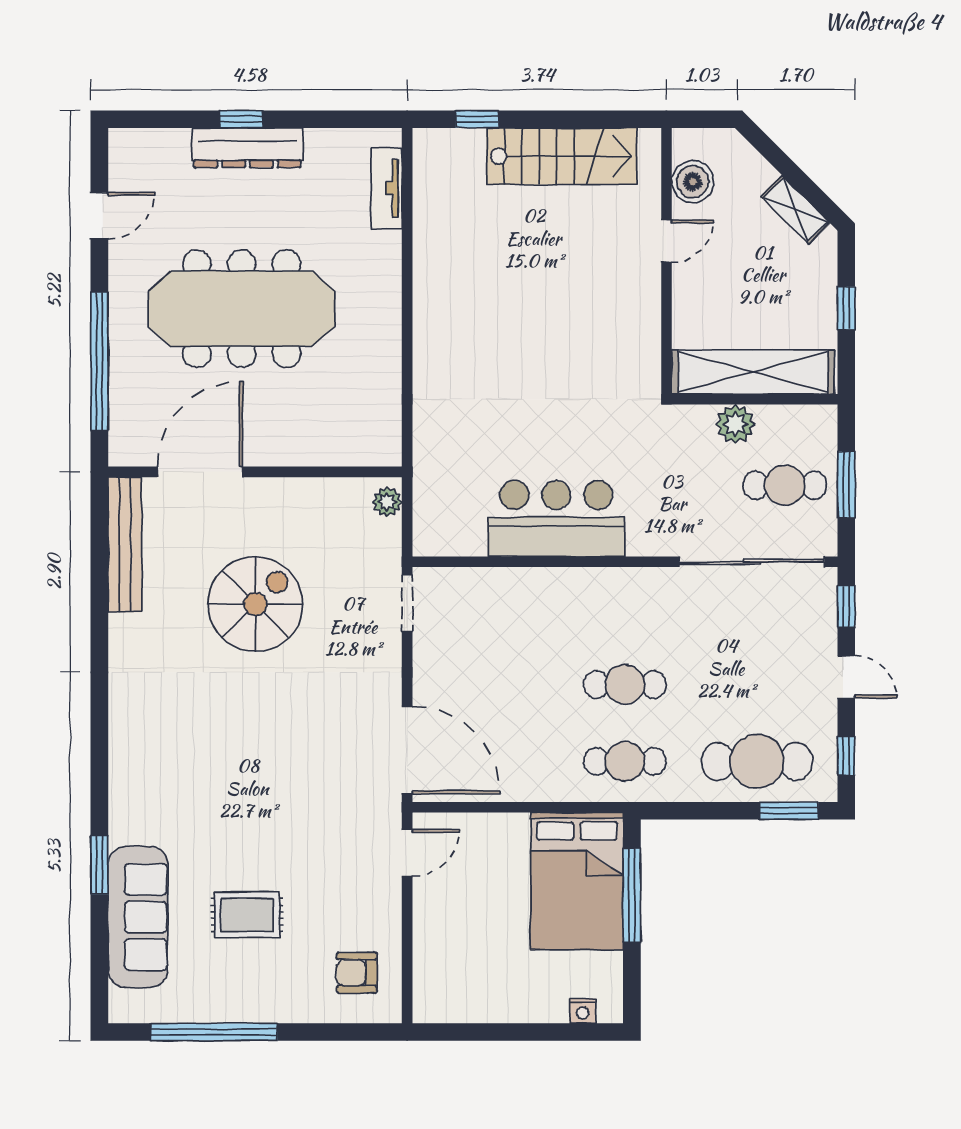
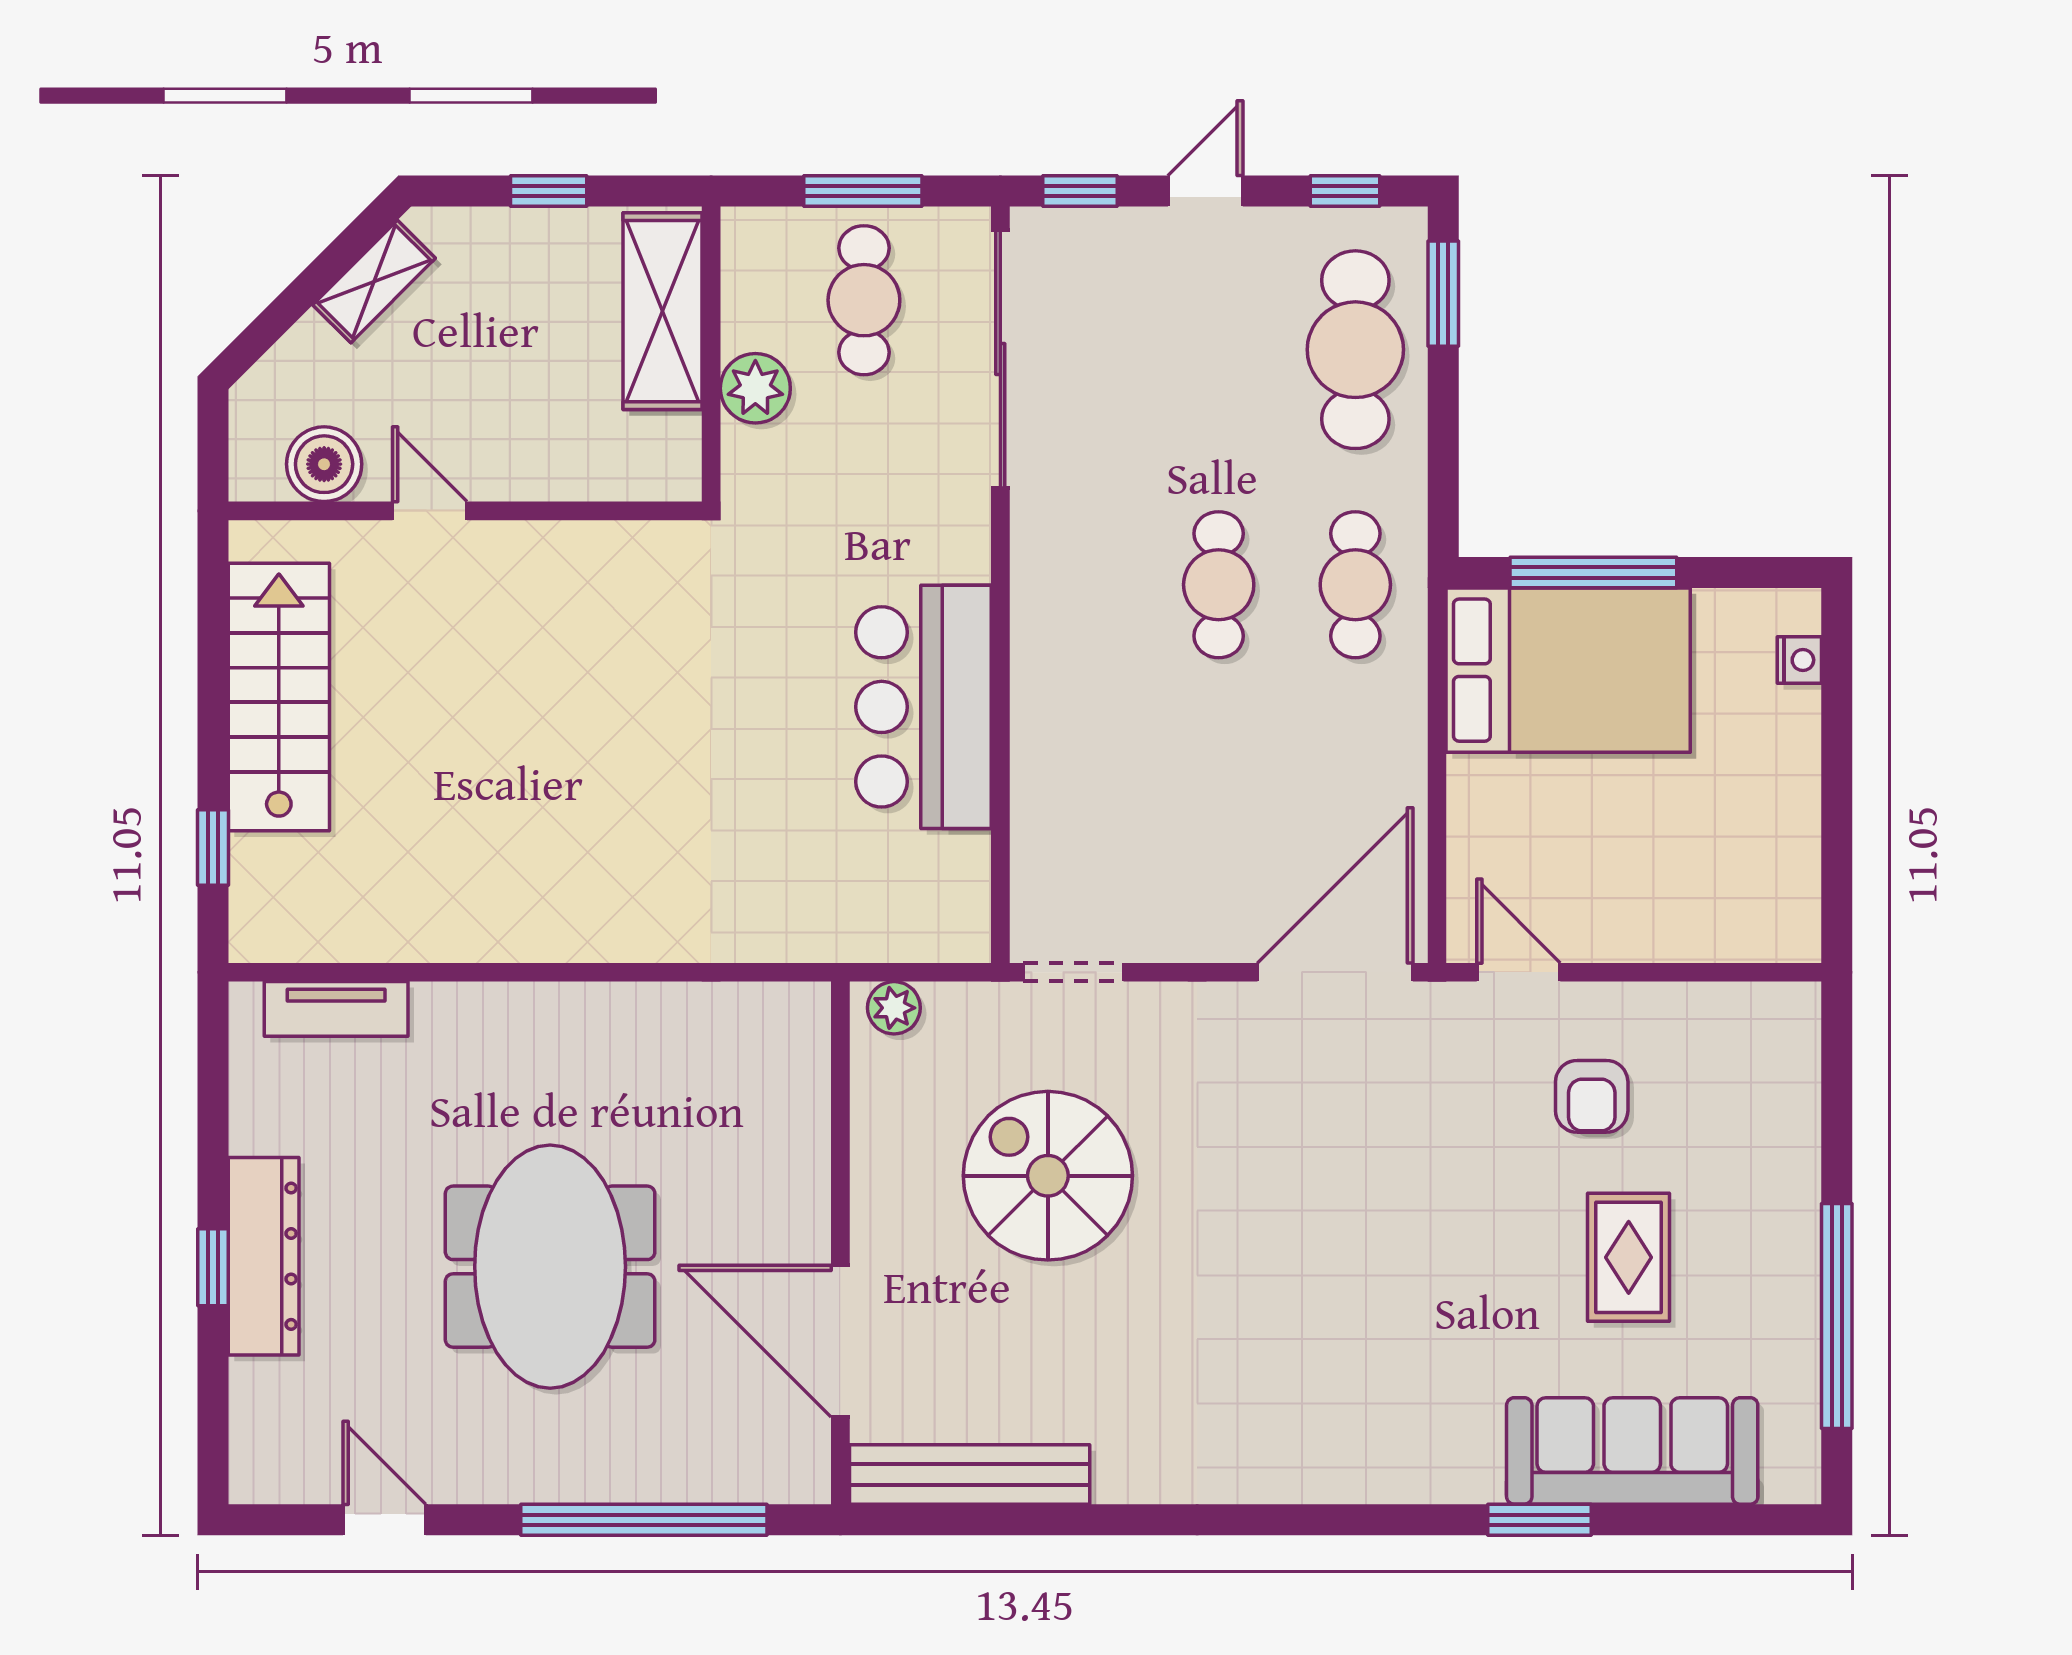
meeting table: (242, 309) -> (550, 1267), width x0.73
shelving: (753, 372) -> (663, 311), width x0.68
spiral stairs: (255, 604) -> (1048, 1176), moved
armchair: (357, 973) -> (1592, 1096), moved

